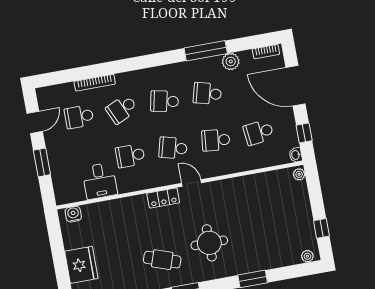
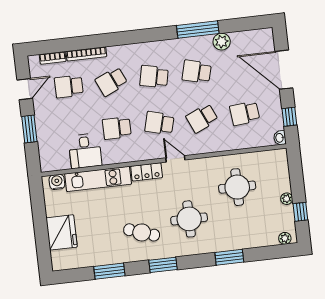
bookcase: (266, 52) -> (53, 58), moved
school desk: (216, 140) -> (202, 118), turned -30
plant: (299, 174) -> (287, 199), moved
round table: (256, 207) -> (237, 187), added
kitchen unit: (115, 208) -> (98, 179), added

